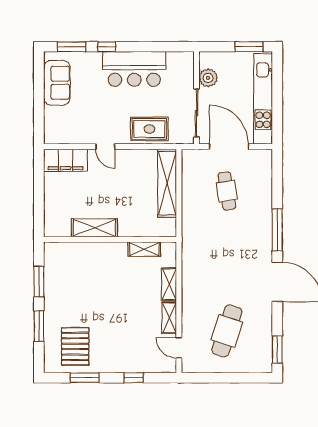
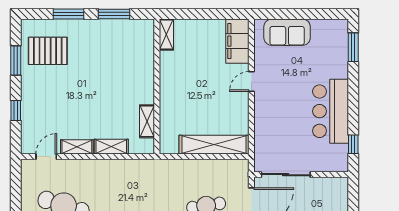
window: (107, 47) -> (353, 144), moved
plant: (208, 78) -> (321, 186), removed
sofa: (57, 83) -> (287, 32), moved
rug: (149, 129) -> (269, 127), removed
shelving: (94, 228) -> (166, 34), moved, width x0.67, depth x0.75

